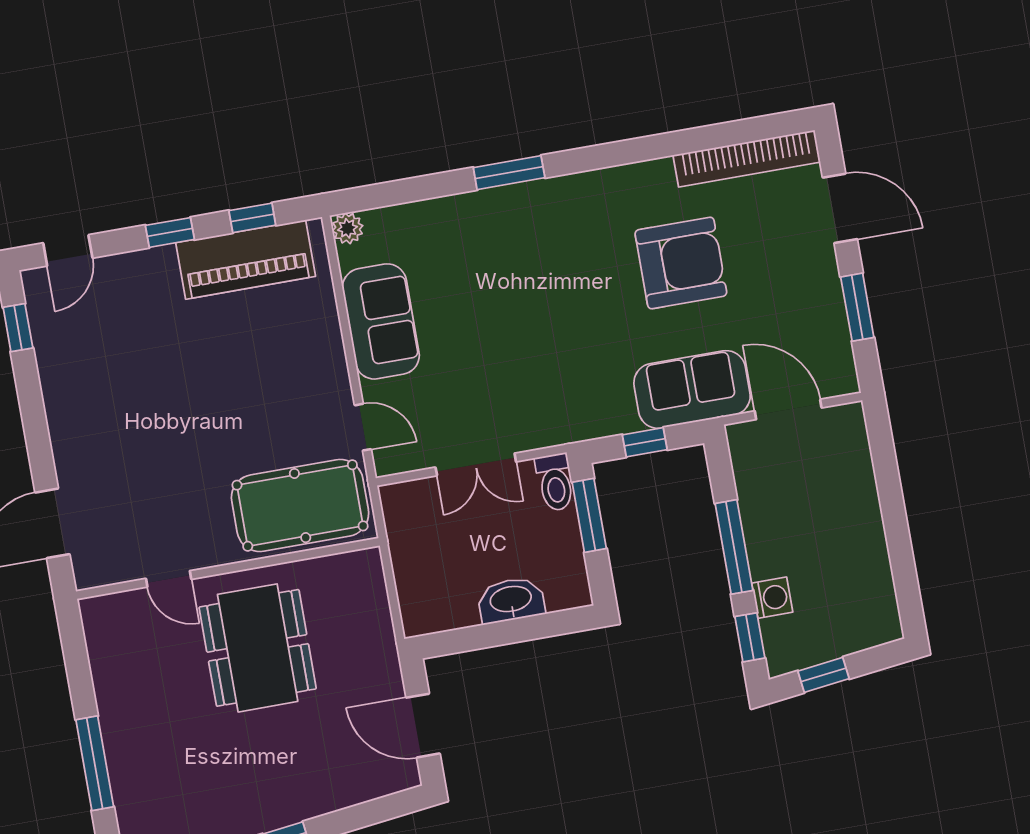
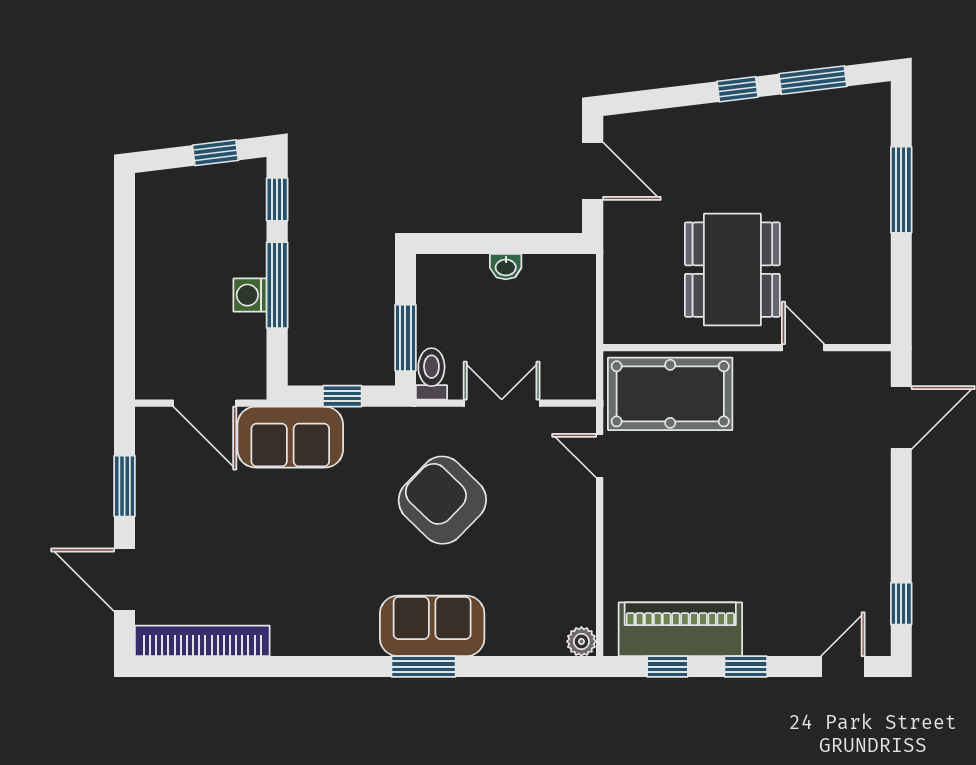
armchair: (681, 263) -> (442, 500), moved, turned 44
sofa: (381, 321) -> (432, 626), moved, turned 90
washing machine: (772, 598) -> (250, 295), moved
washbasin: (511, 600) -> (506, 267), width x0.52, depth x0.69

